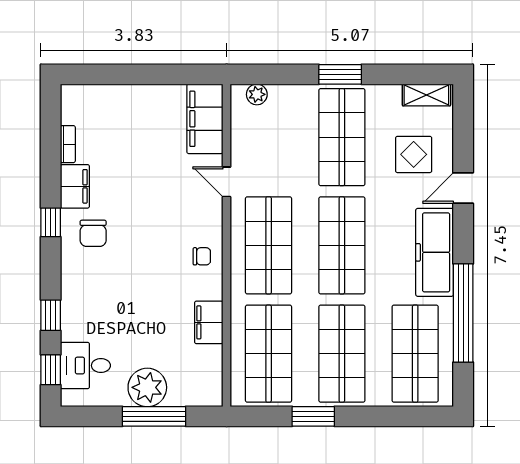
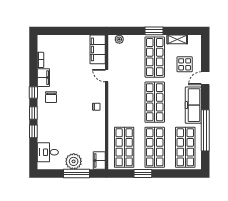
shelving: (426, 95) -> (177, 39), moved
shop shelf: (269, 245) -> (124, 102), removed
filing cabinet: (209, 322) -> (99, 161), moved
window: (51, 370) -> (33, 113), moved

